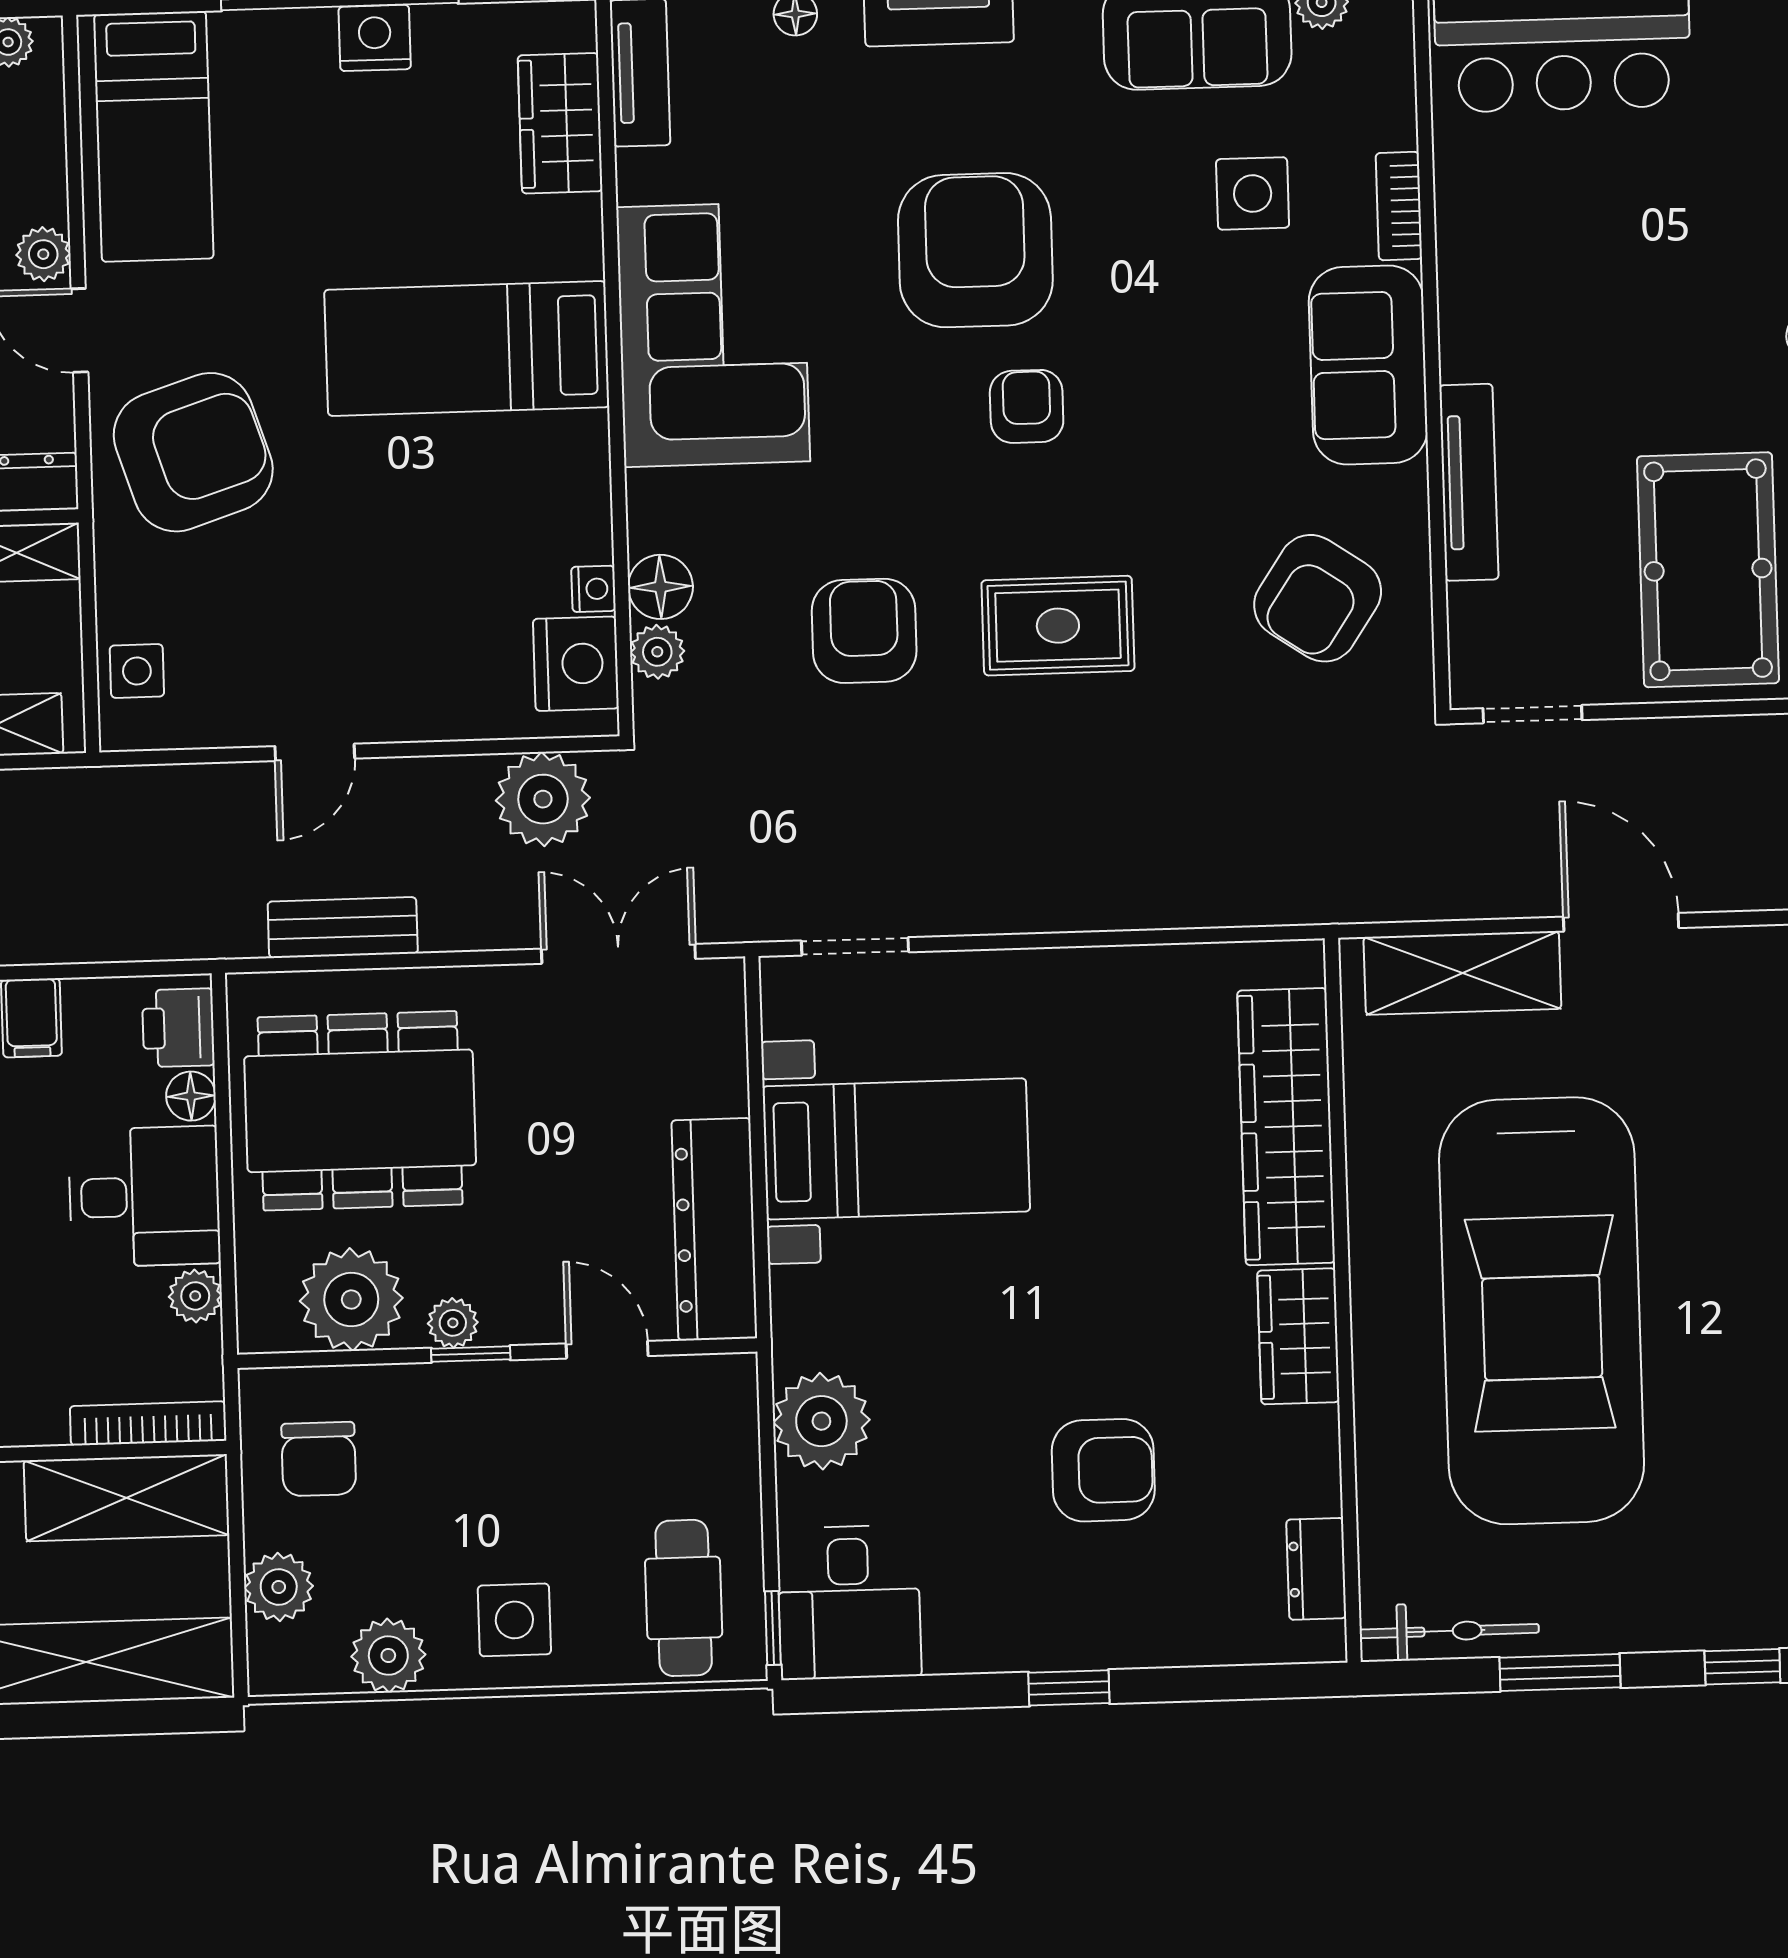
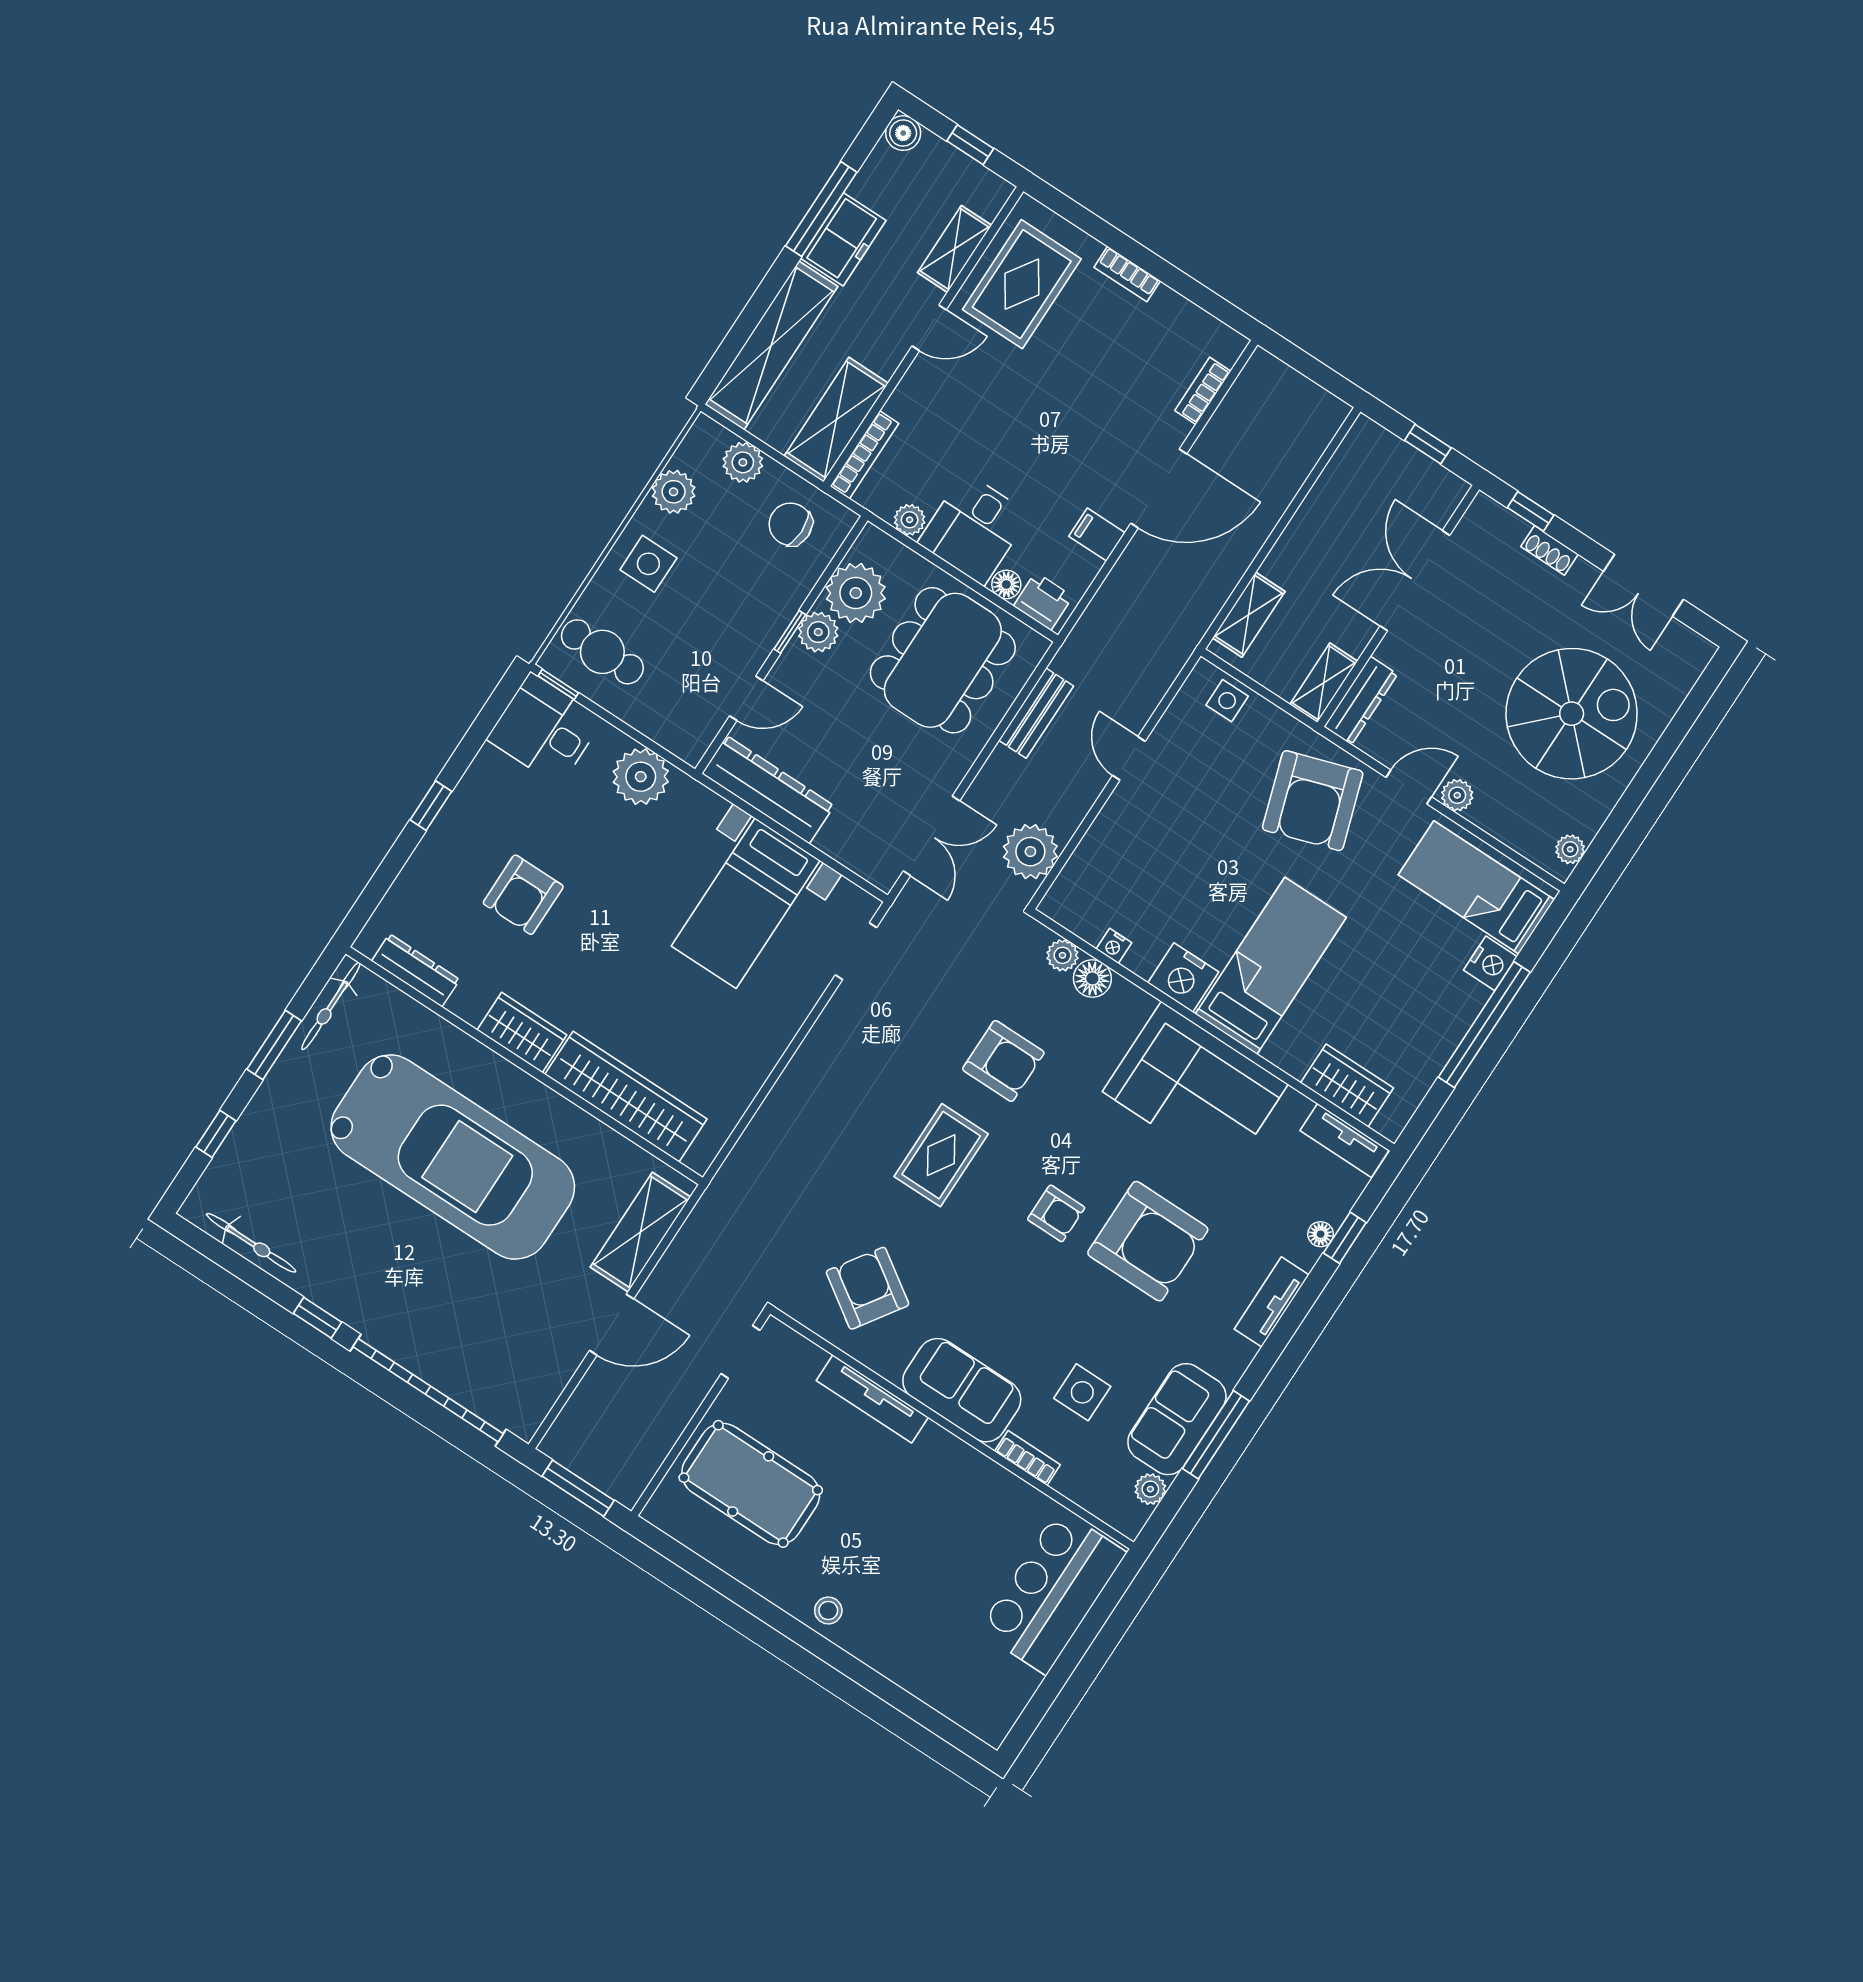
nightstand: (375, 38) -> (1490, 963), moved
nightstand: (576, 664) -> (1183, 977), moved
car: (1542, 1311) -> (453, 1157), turned 180
plant: (453, 1323) -> (818, 632), width x1.38, depth x1.38
dresser: (1316, 1569) -> (416, 970), width x1.44

